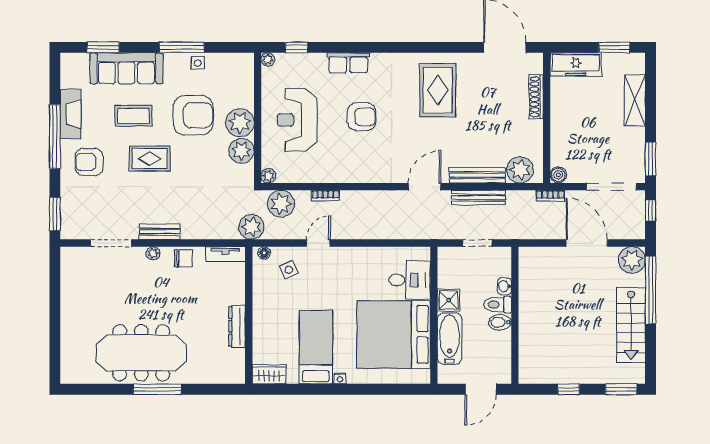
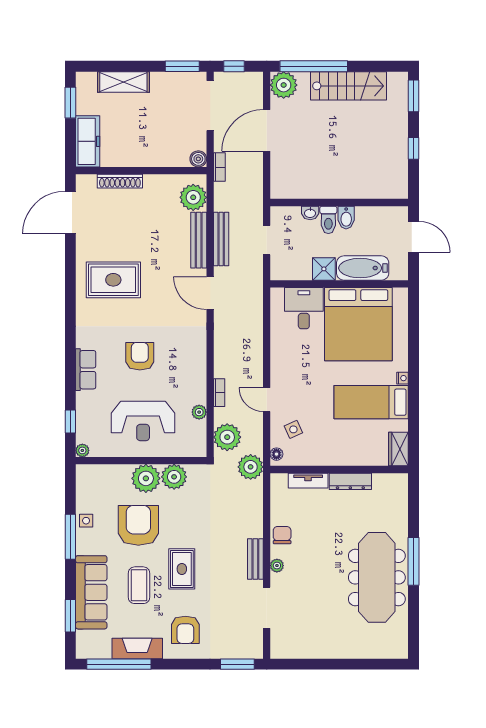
window: (55, 137) -> (119, 664), moved
plant: (268, 176) -> (199, 412), moved
tv unit: (225, 254) -> (308, 481), moved, turned 90

